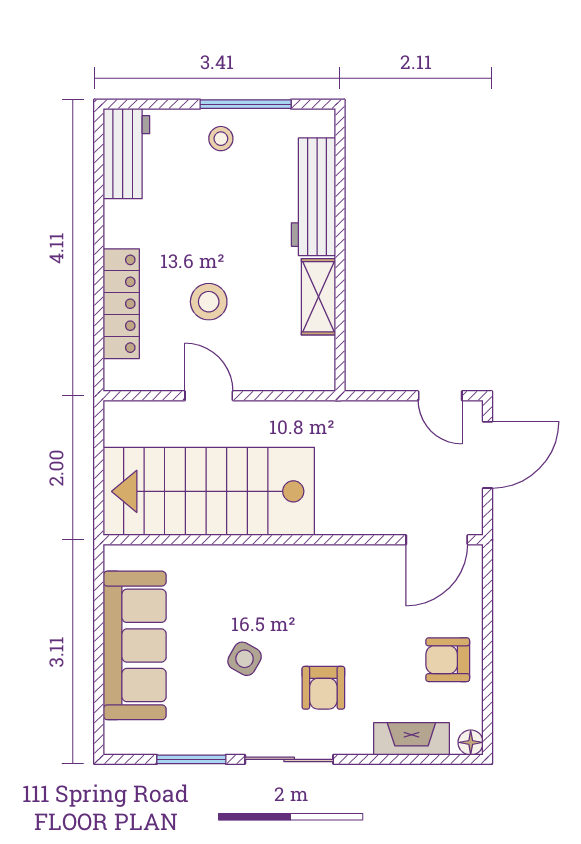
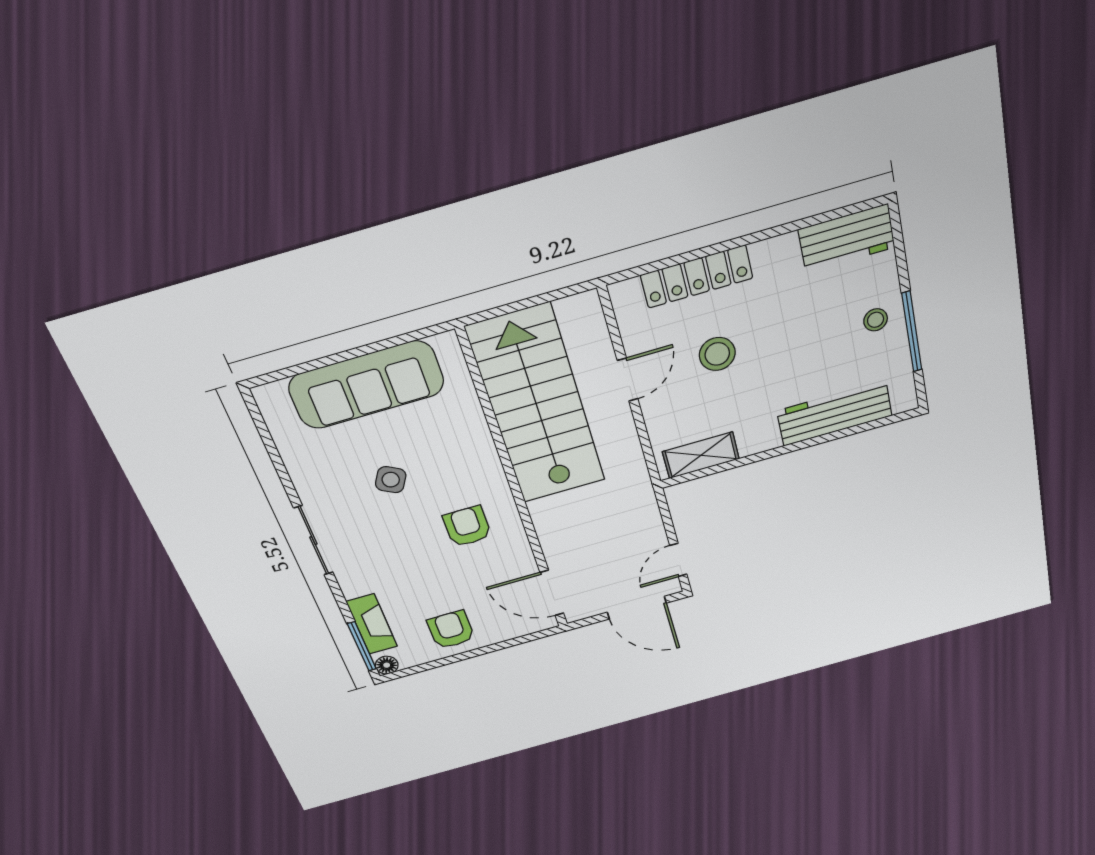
shelving: (318, 297) -> (701, 455), moved
armchair: (323, 688) -> (467, 526), moved, turned 90
window: (191, 759) -> (362, 646), moved

